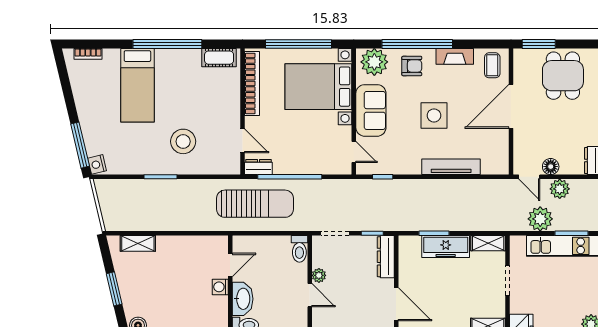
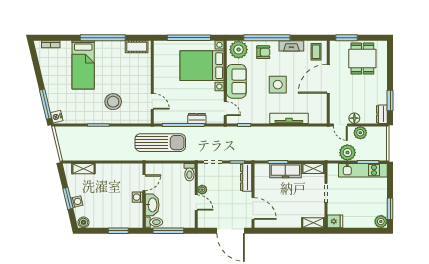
bookcase: (252, 83) -> (158, 64), removed
dresser: (258, 167) -> (197, 118), moved
washing machine: (128, 294) -> (77, 202), added

